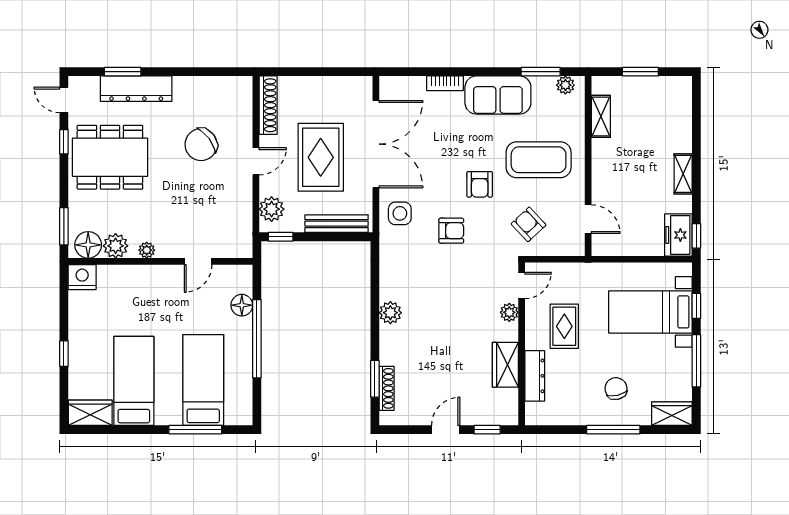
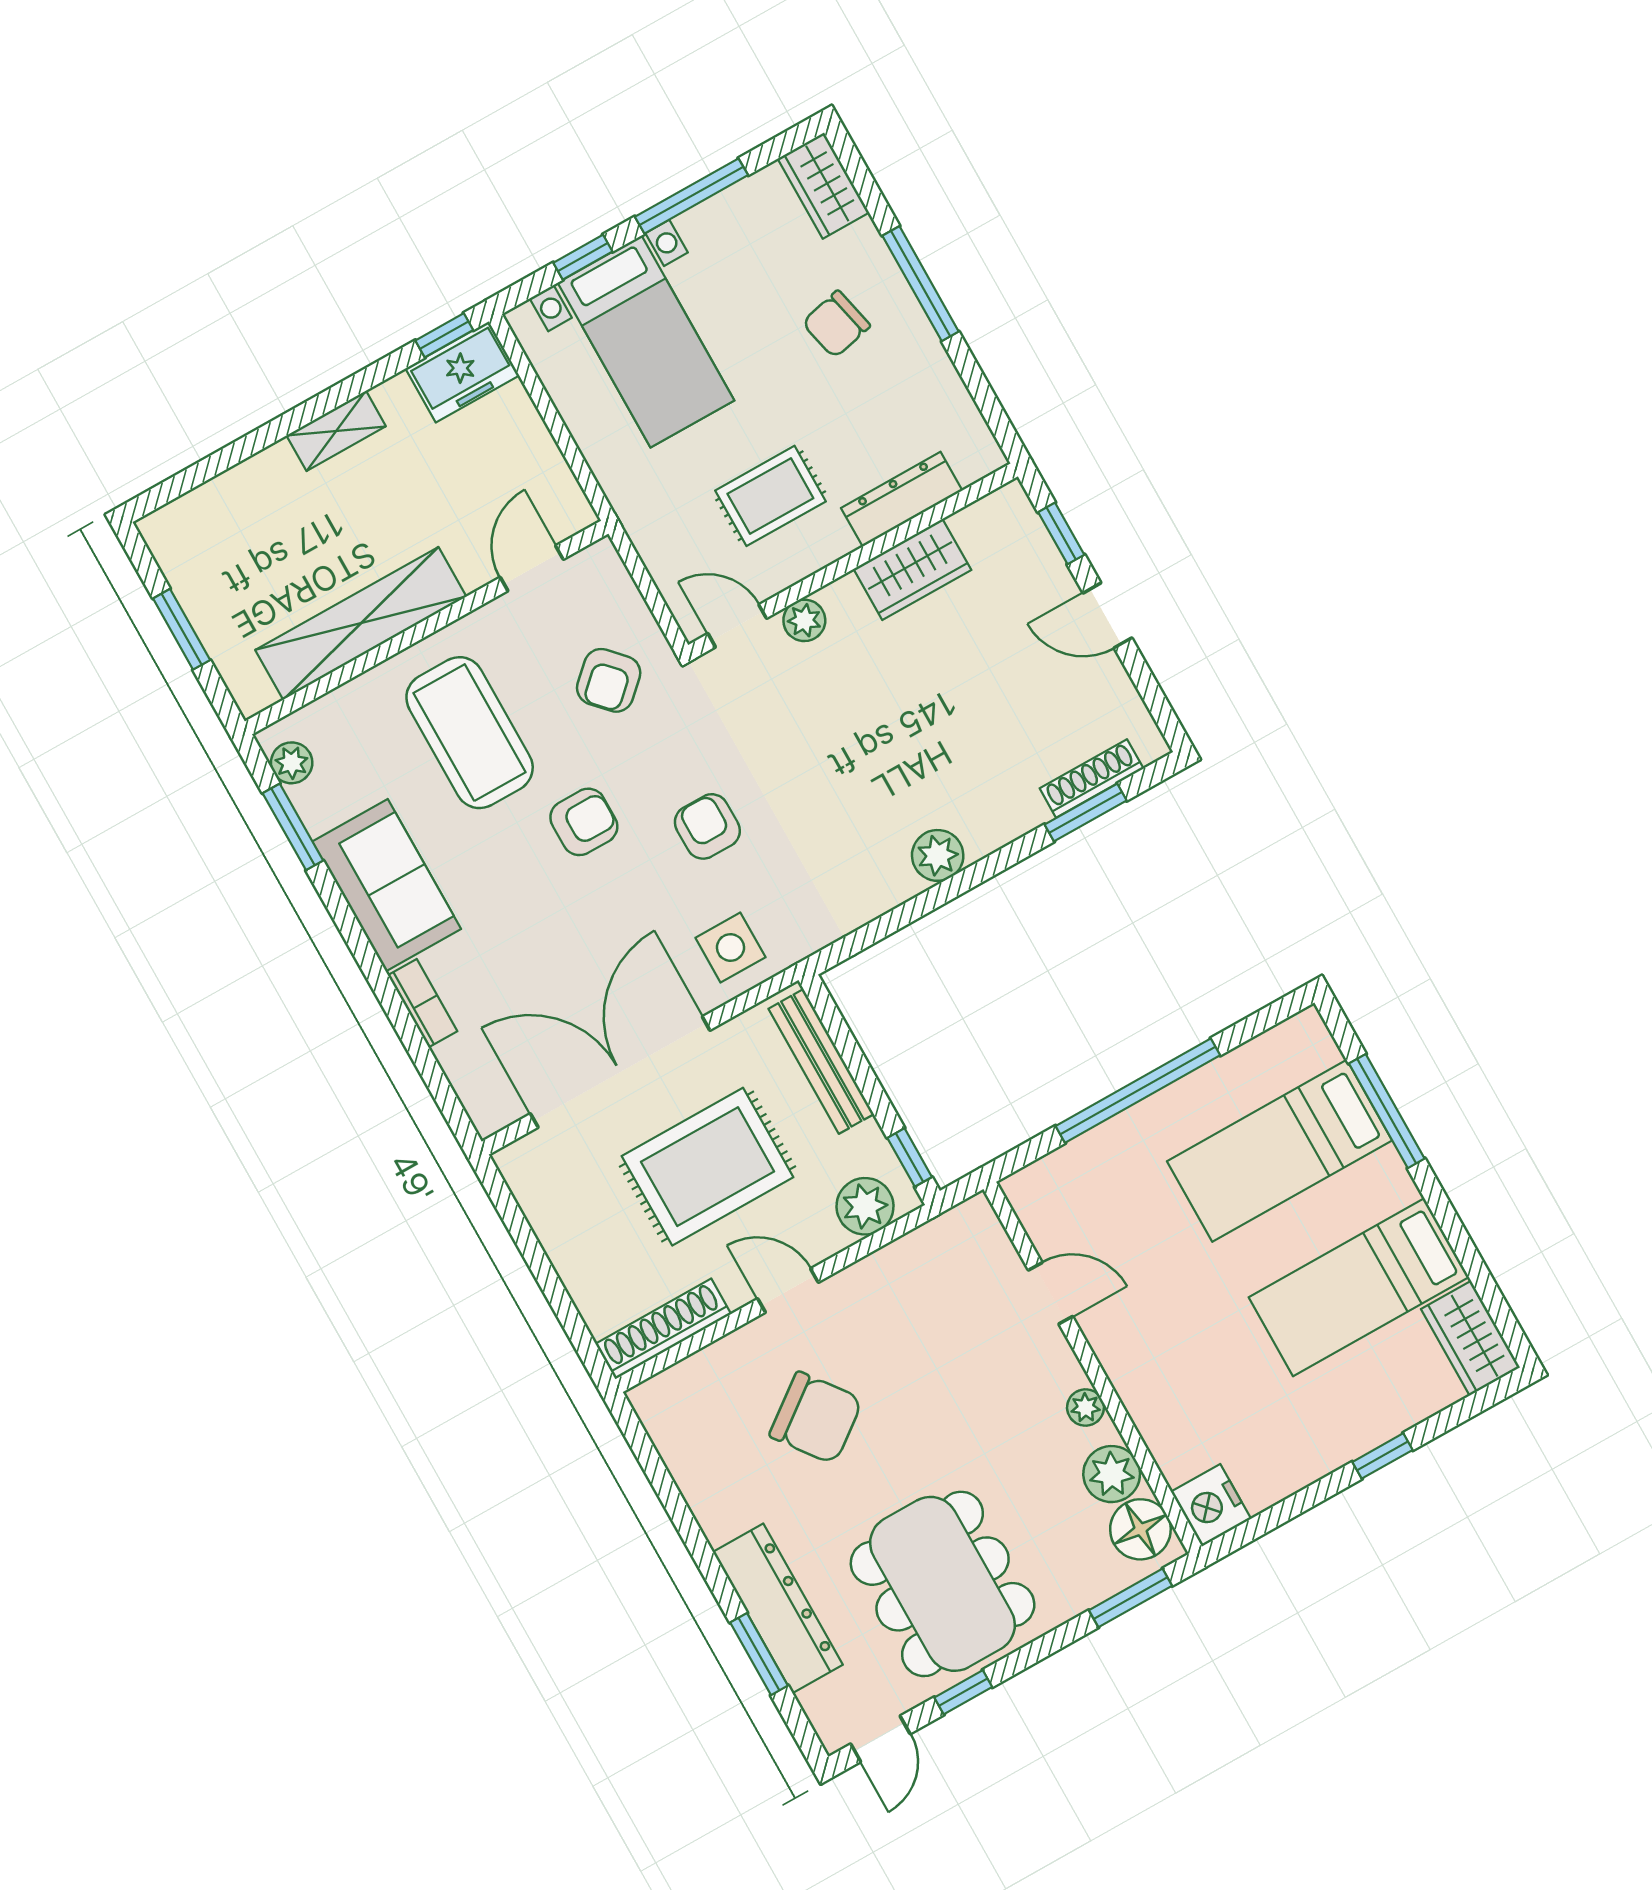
shelving: (601, 116) -> (361, 623), width x2.20, depth x1.33
floor lamp: (242, 305) -> (1088, 1158), removed

